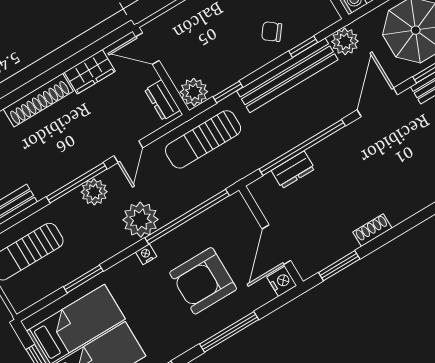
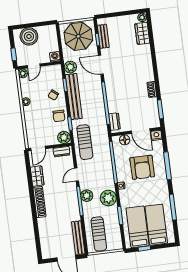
chair: (234, 62) -> (59, 116), added
door: (128, 152) -> (77, 175), swing flipped
dresser: (293, 170) -> (115, 122), moved
plant: (140, 220) -> (108, 198), moved
floor lamp: (244, 220) -> (125, 140), added

